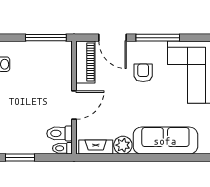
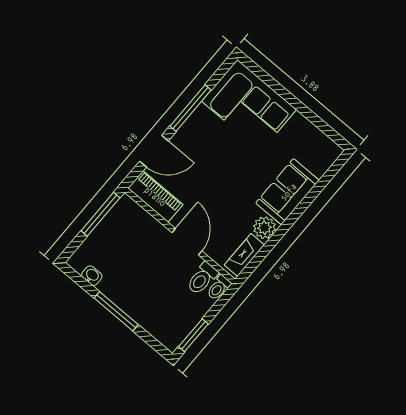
armchair: (143, 73) -> (212, 150), removed
sofa: (165, 141) -> (288, 192), width x0.73

